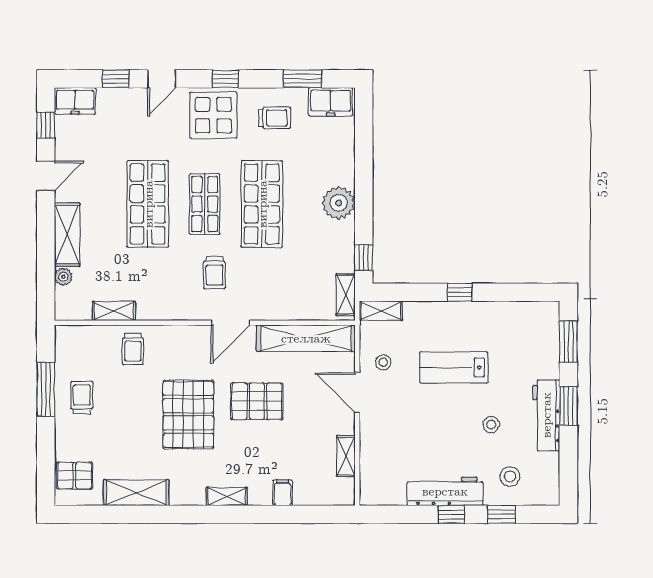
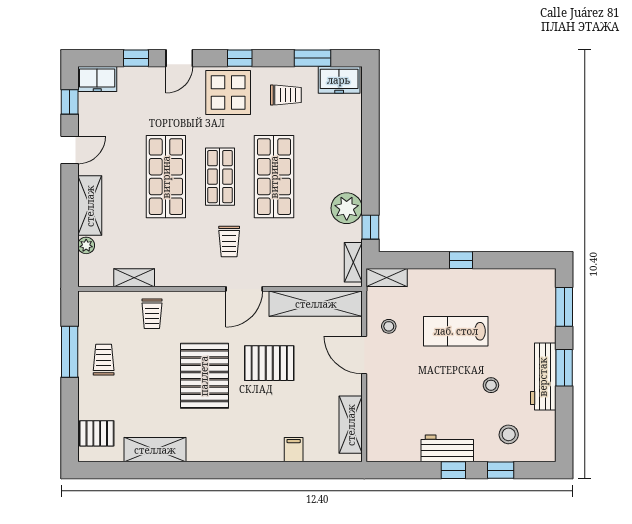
plant: (339, 203) -> (347, 208), moved
shelving: (346, 456) -> (351, 425), width x1.50, depth x1.33
workbench: (445, 491) -> (447, 448), width x0.73
shelving: (227, 496) -> (241, 453), removed

